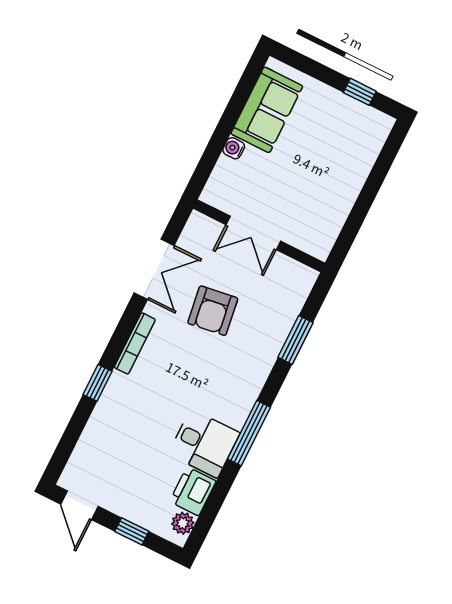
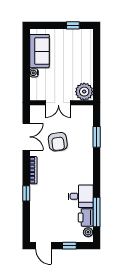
plant: (316, 236) -> (84, 92), added
window: (249, 433) -> (97, 212), moved

